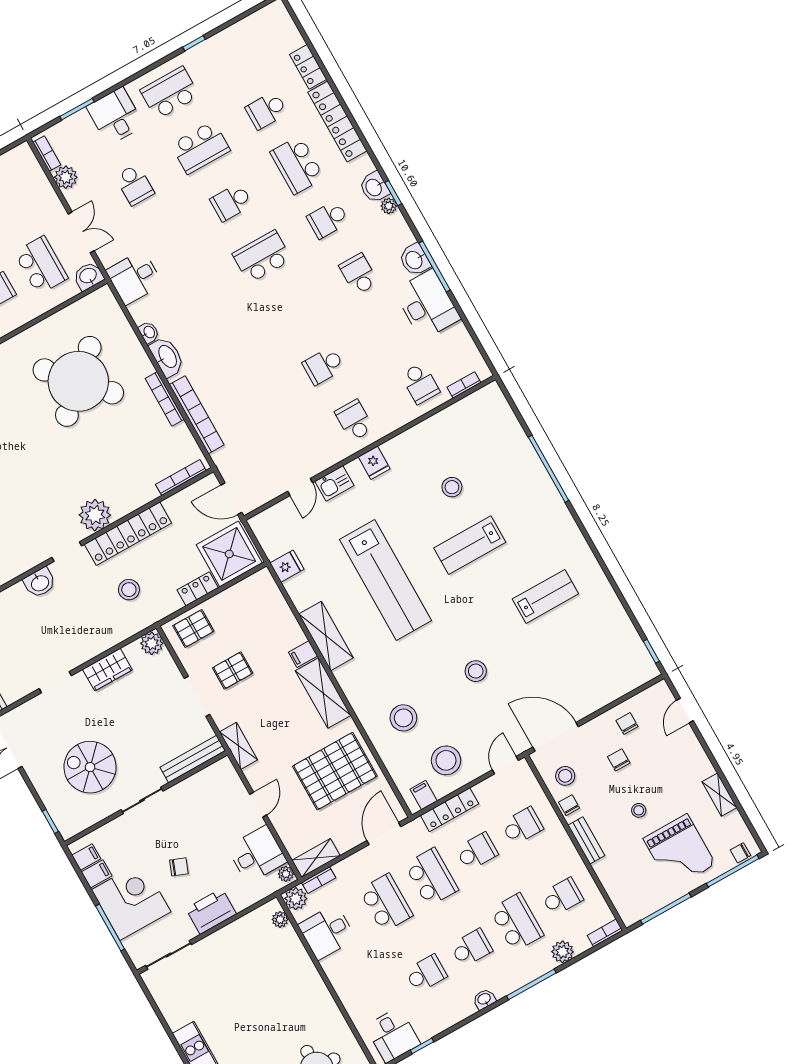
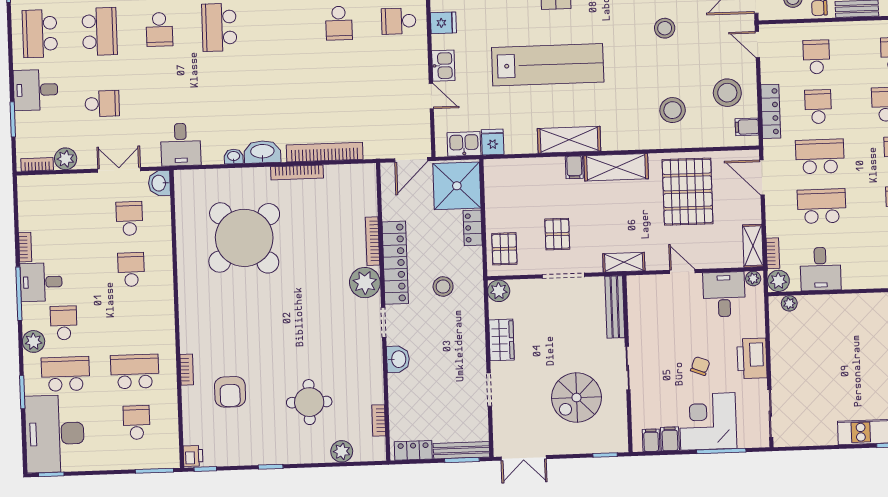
school desk: (41, 265) -> (129, 218), width x0.54
bookcase: (181, 478) -> (372, 241), moved
kitchen sink: (271, 540) -> (464, 144), added

